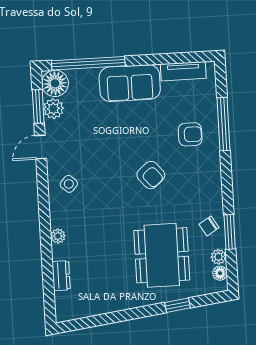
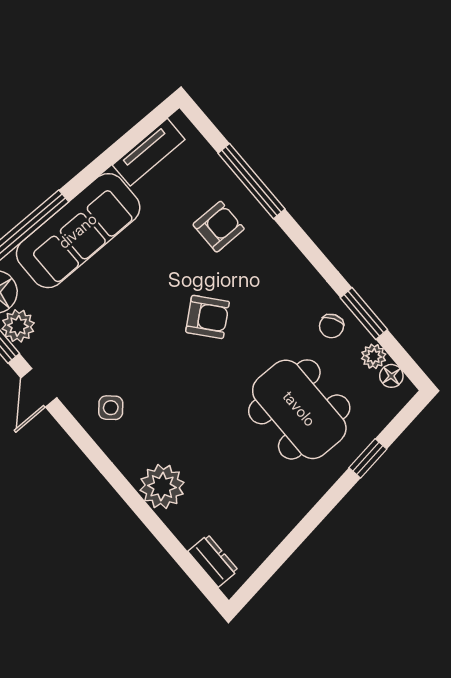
sofa: (130, 83) -> (78, 231), width x1.36
plant: (58, 236) -> (162, 486), width x1.88, depth x1.88
dresser: (61, 276) -> (213, 561), moved

